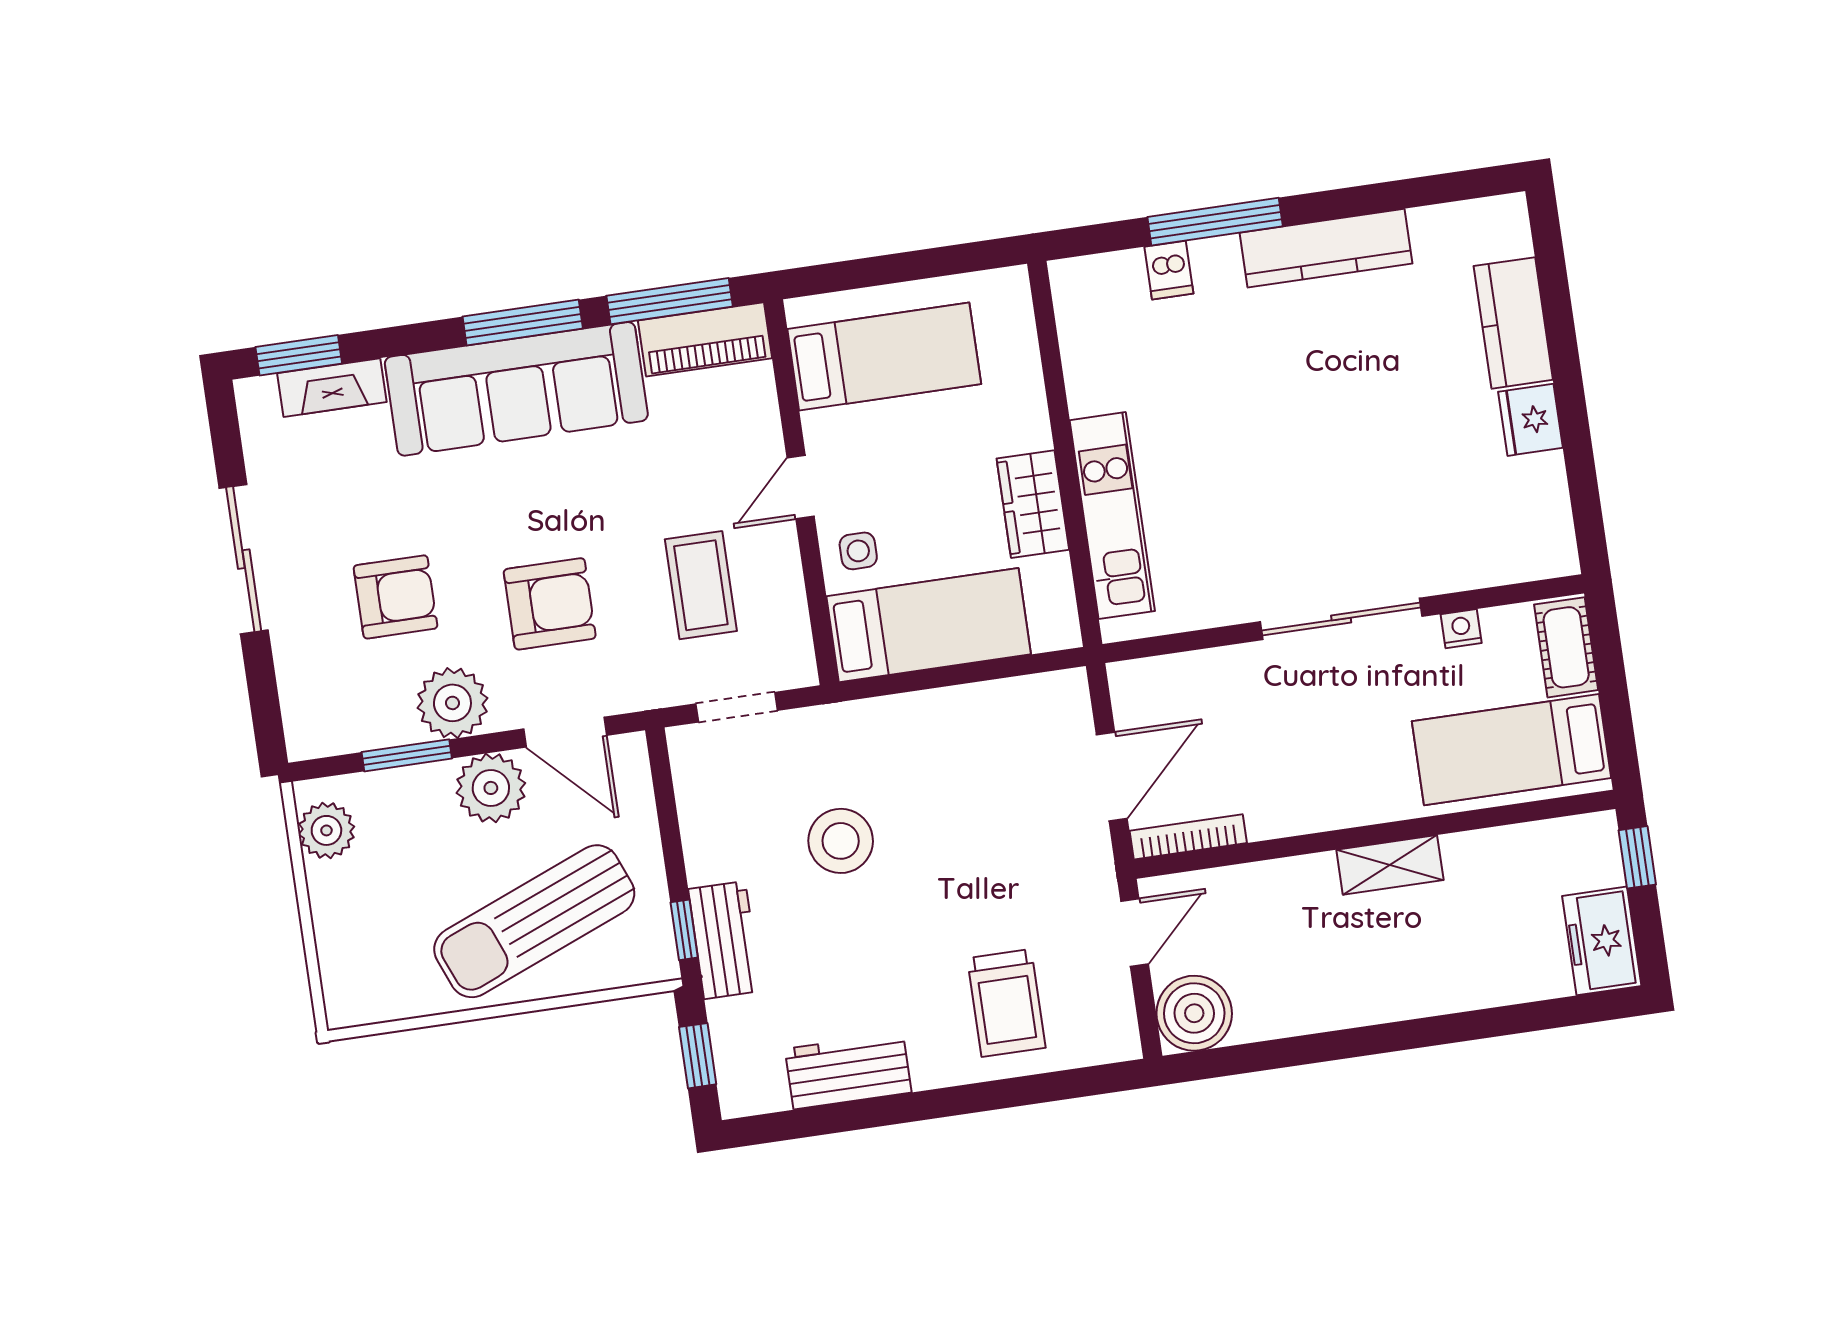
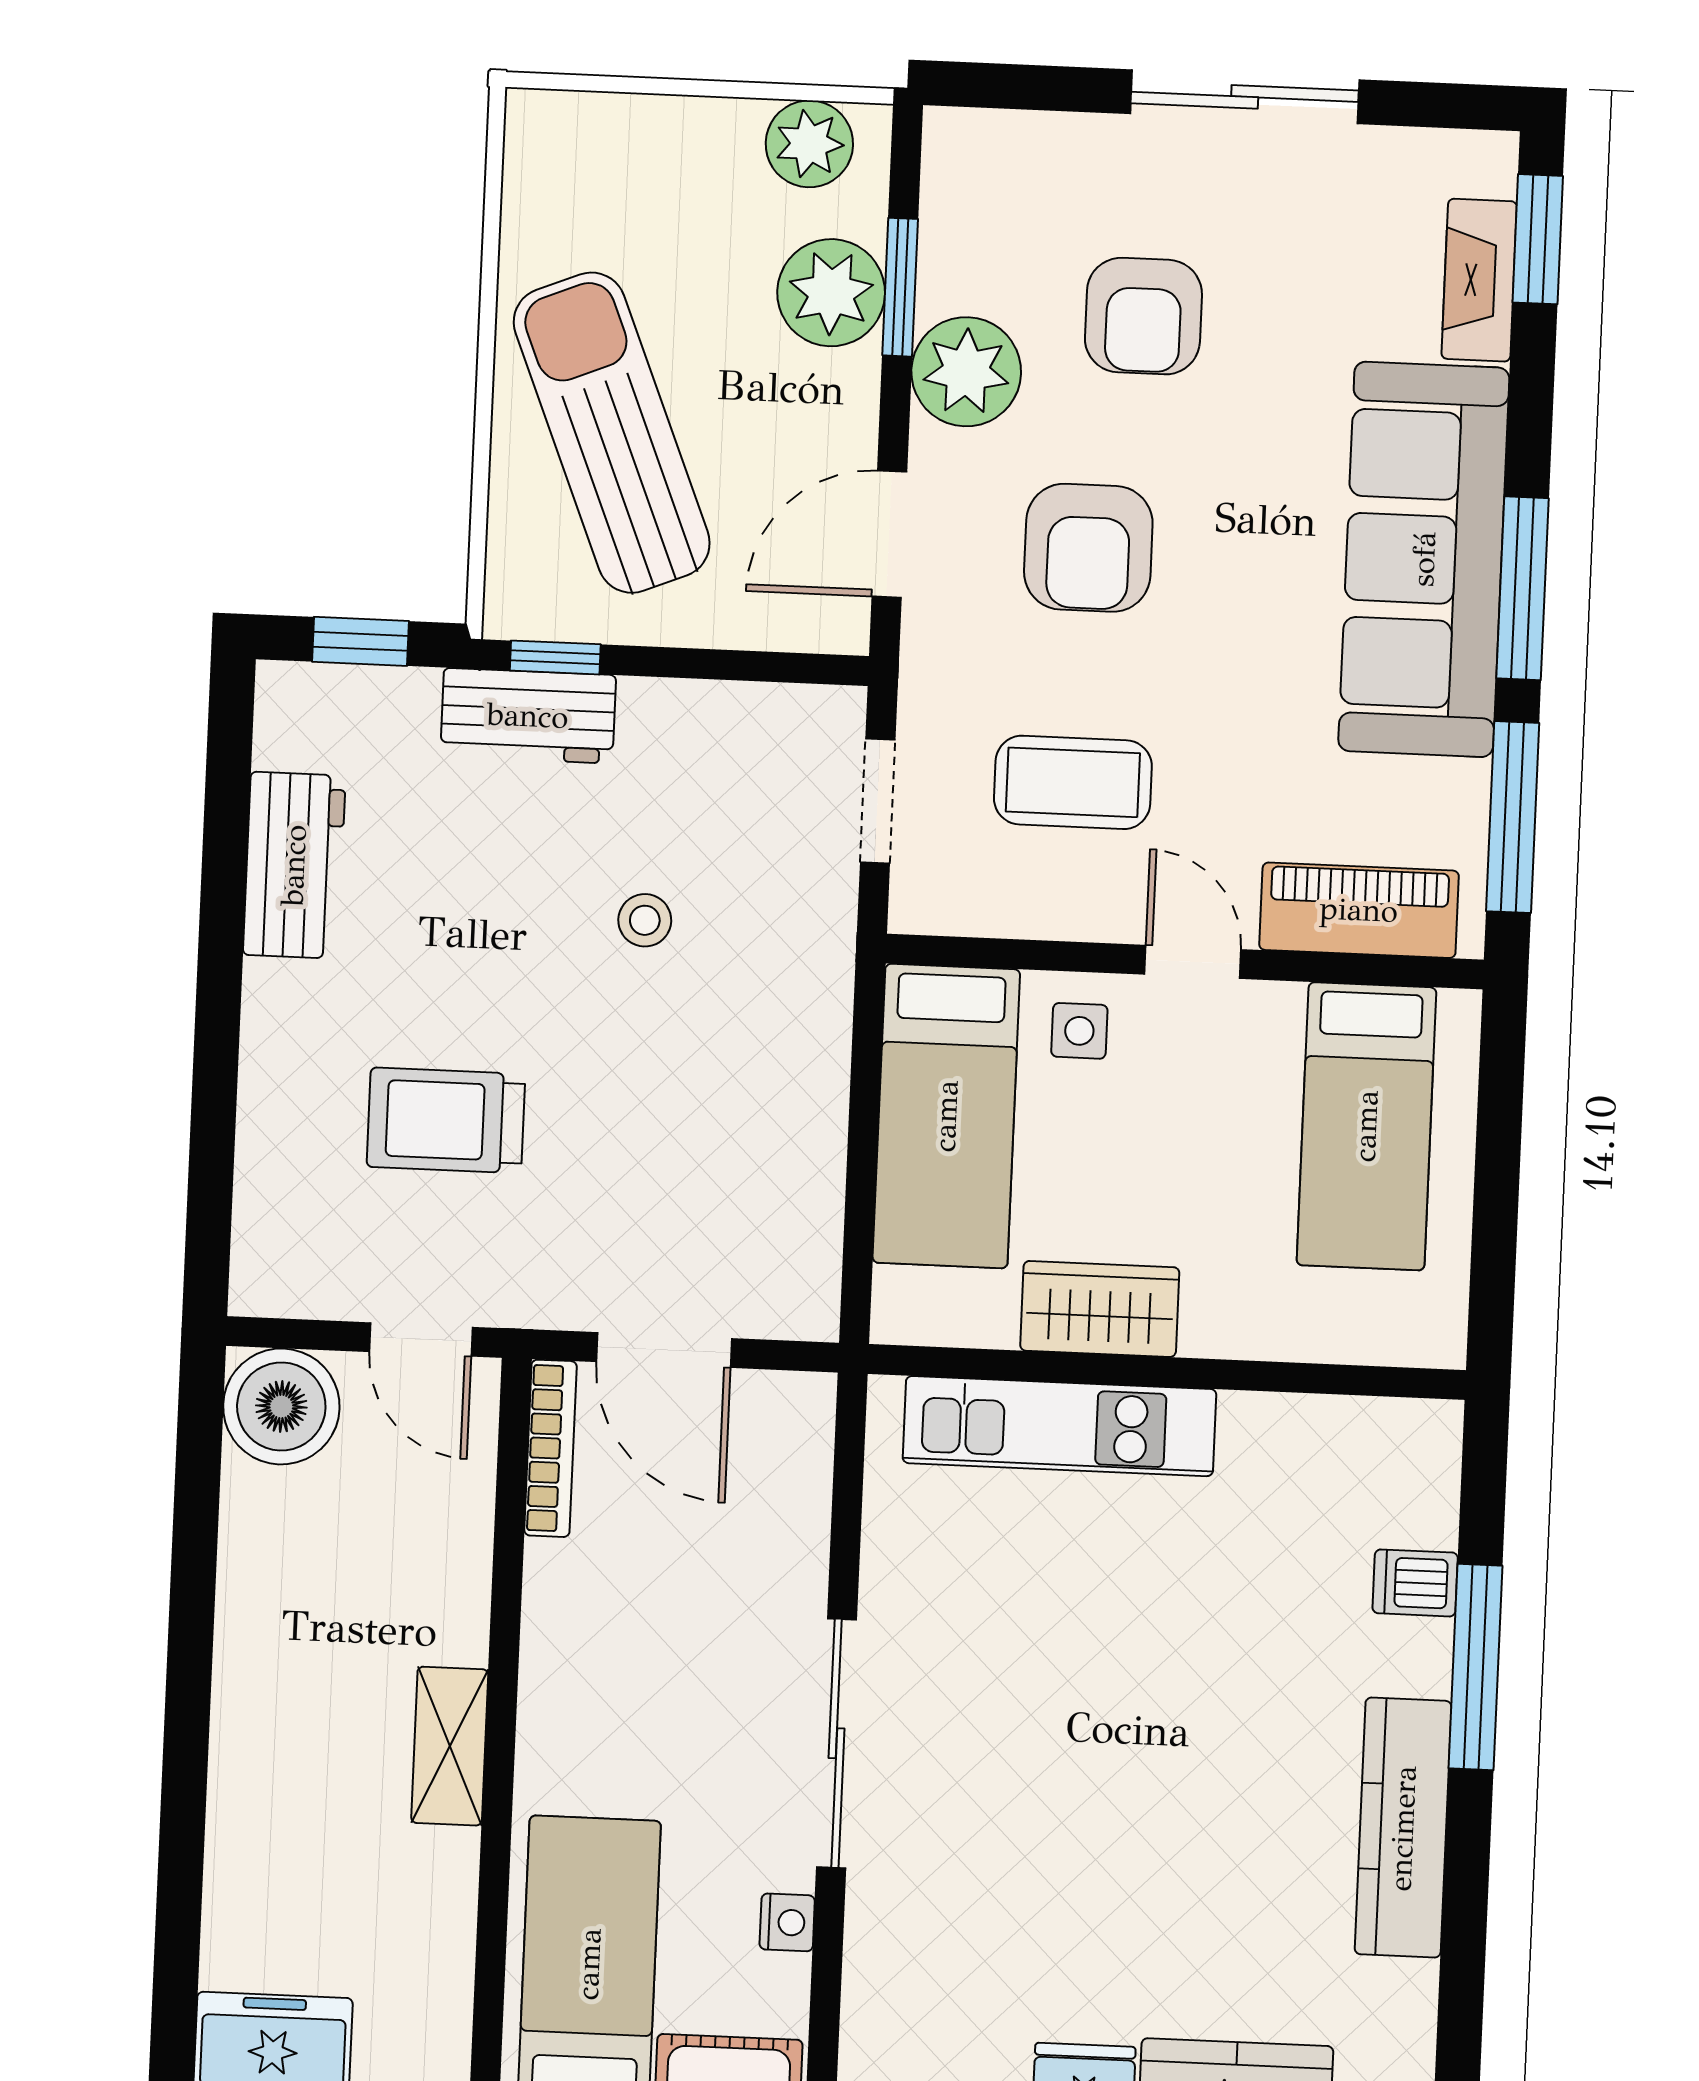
piano: (705, 339) -> (1359, 910), moved, turned 90
plant: (491, 788) -> (831, 293), moved
stool: (841, 841) -> (645, 920), width x0.53, depth x0.53
trolley: (1006, 1003) -> (446, 1120), moved

